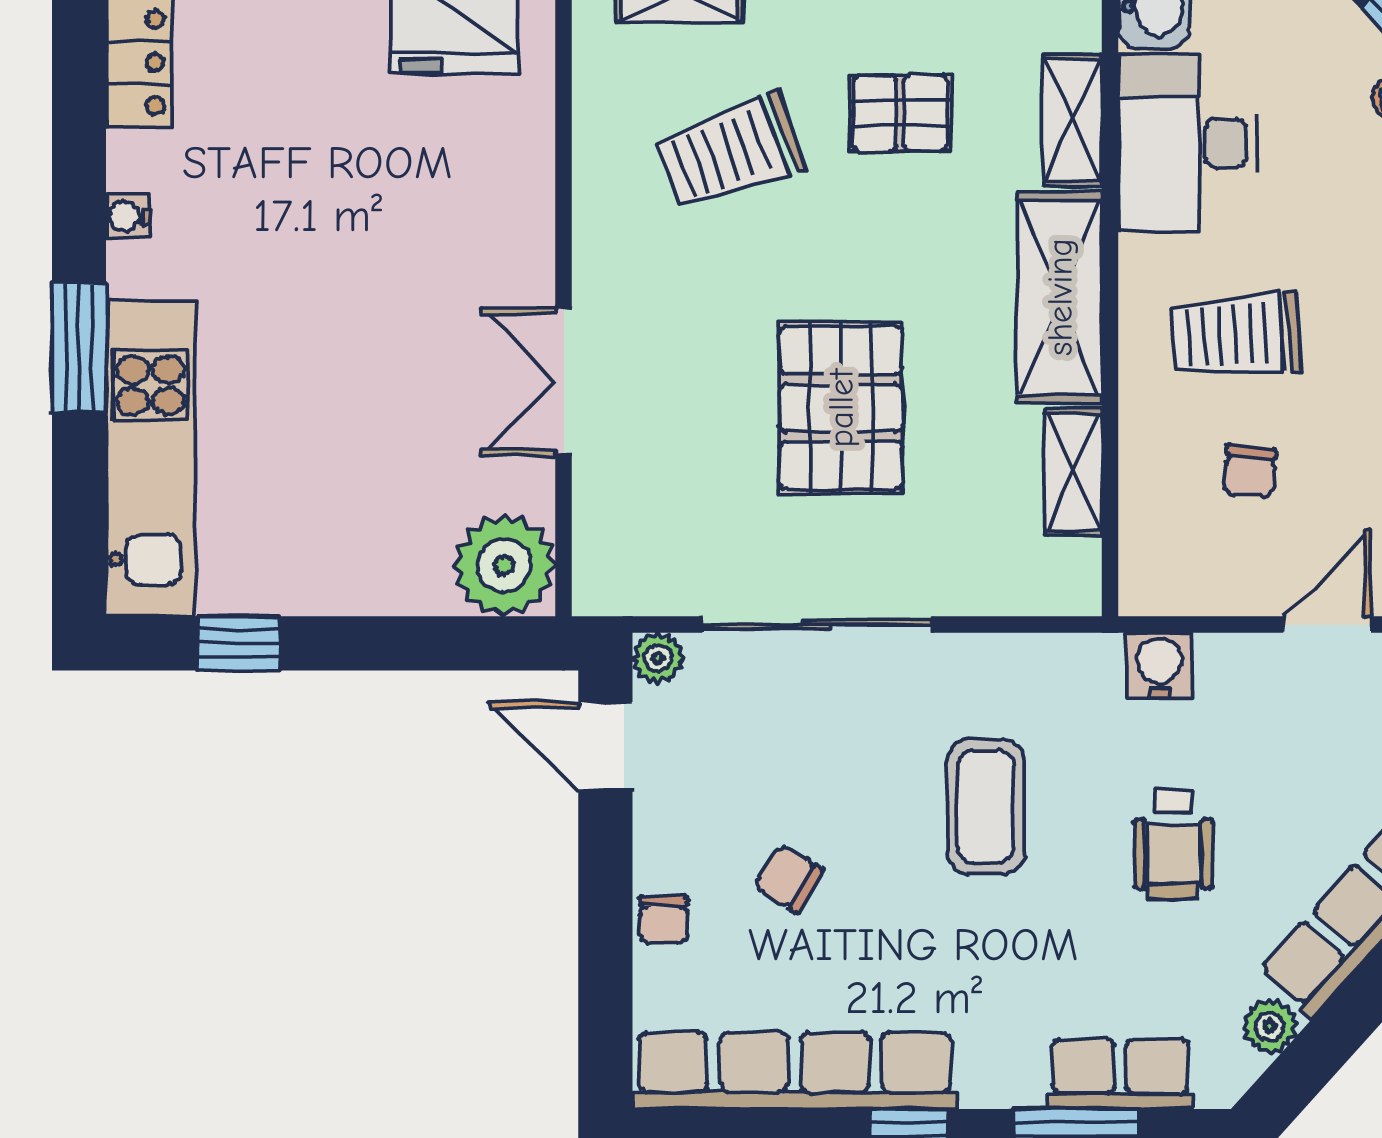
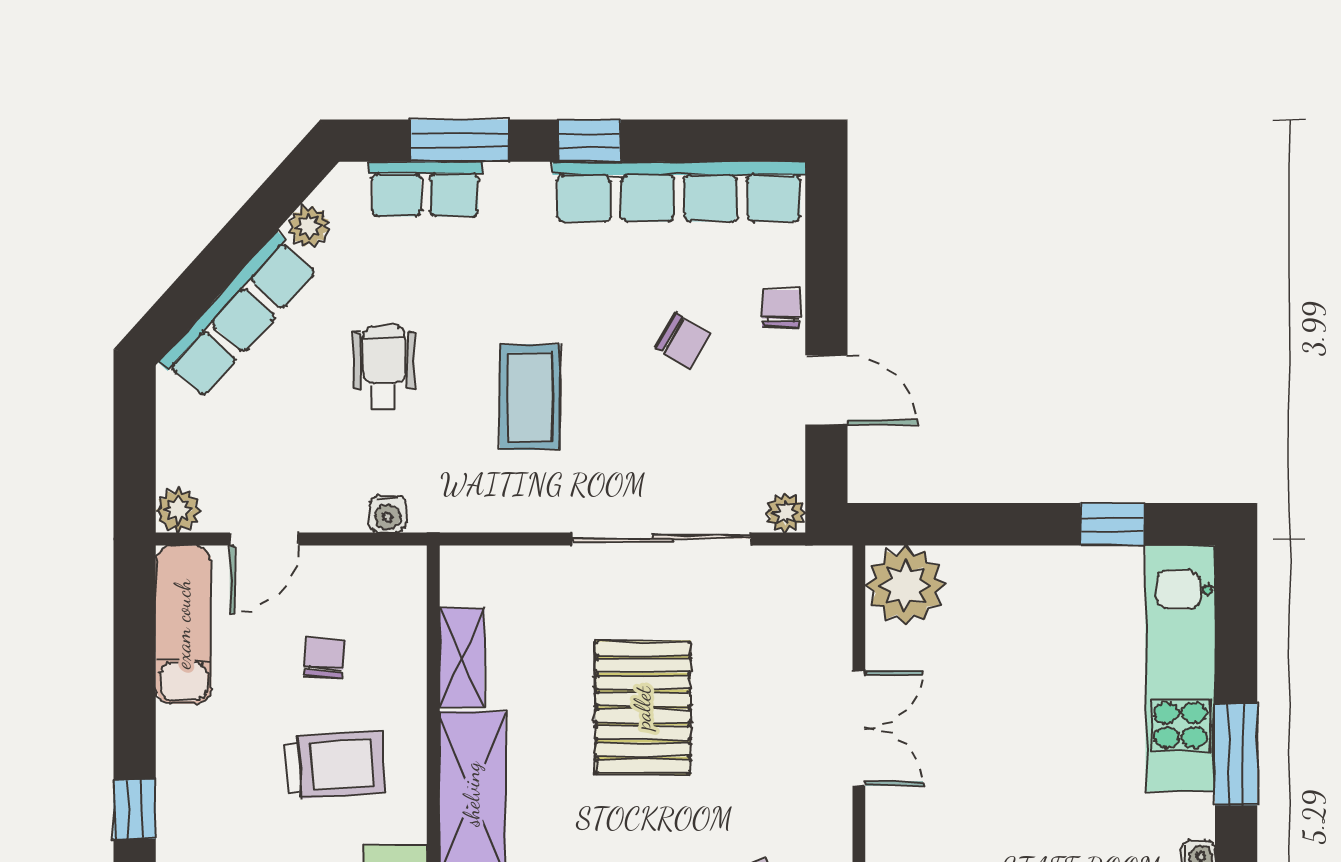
water cooler: (1159, 666) -> (388, 514), width x0.72, depth x0.72
door: (605, 746) -> (826, 390), moved

